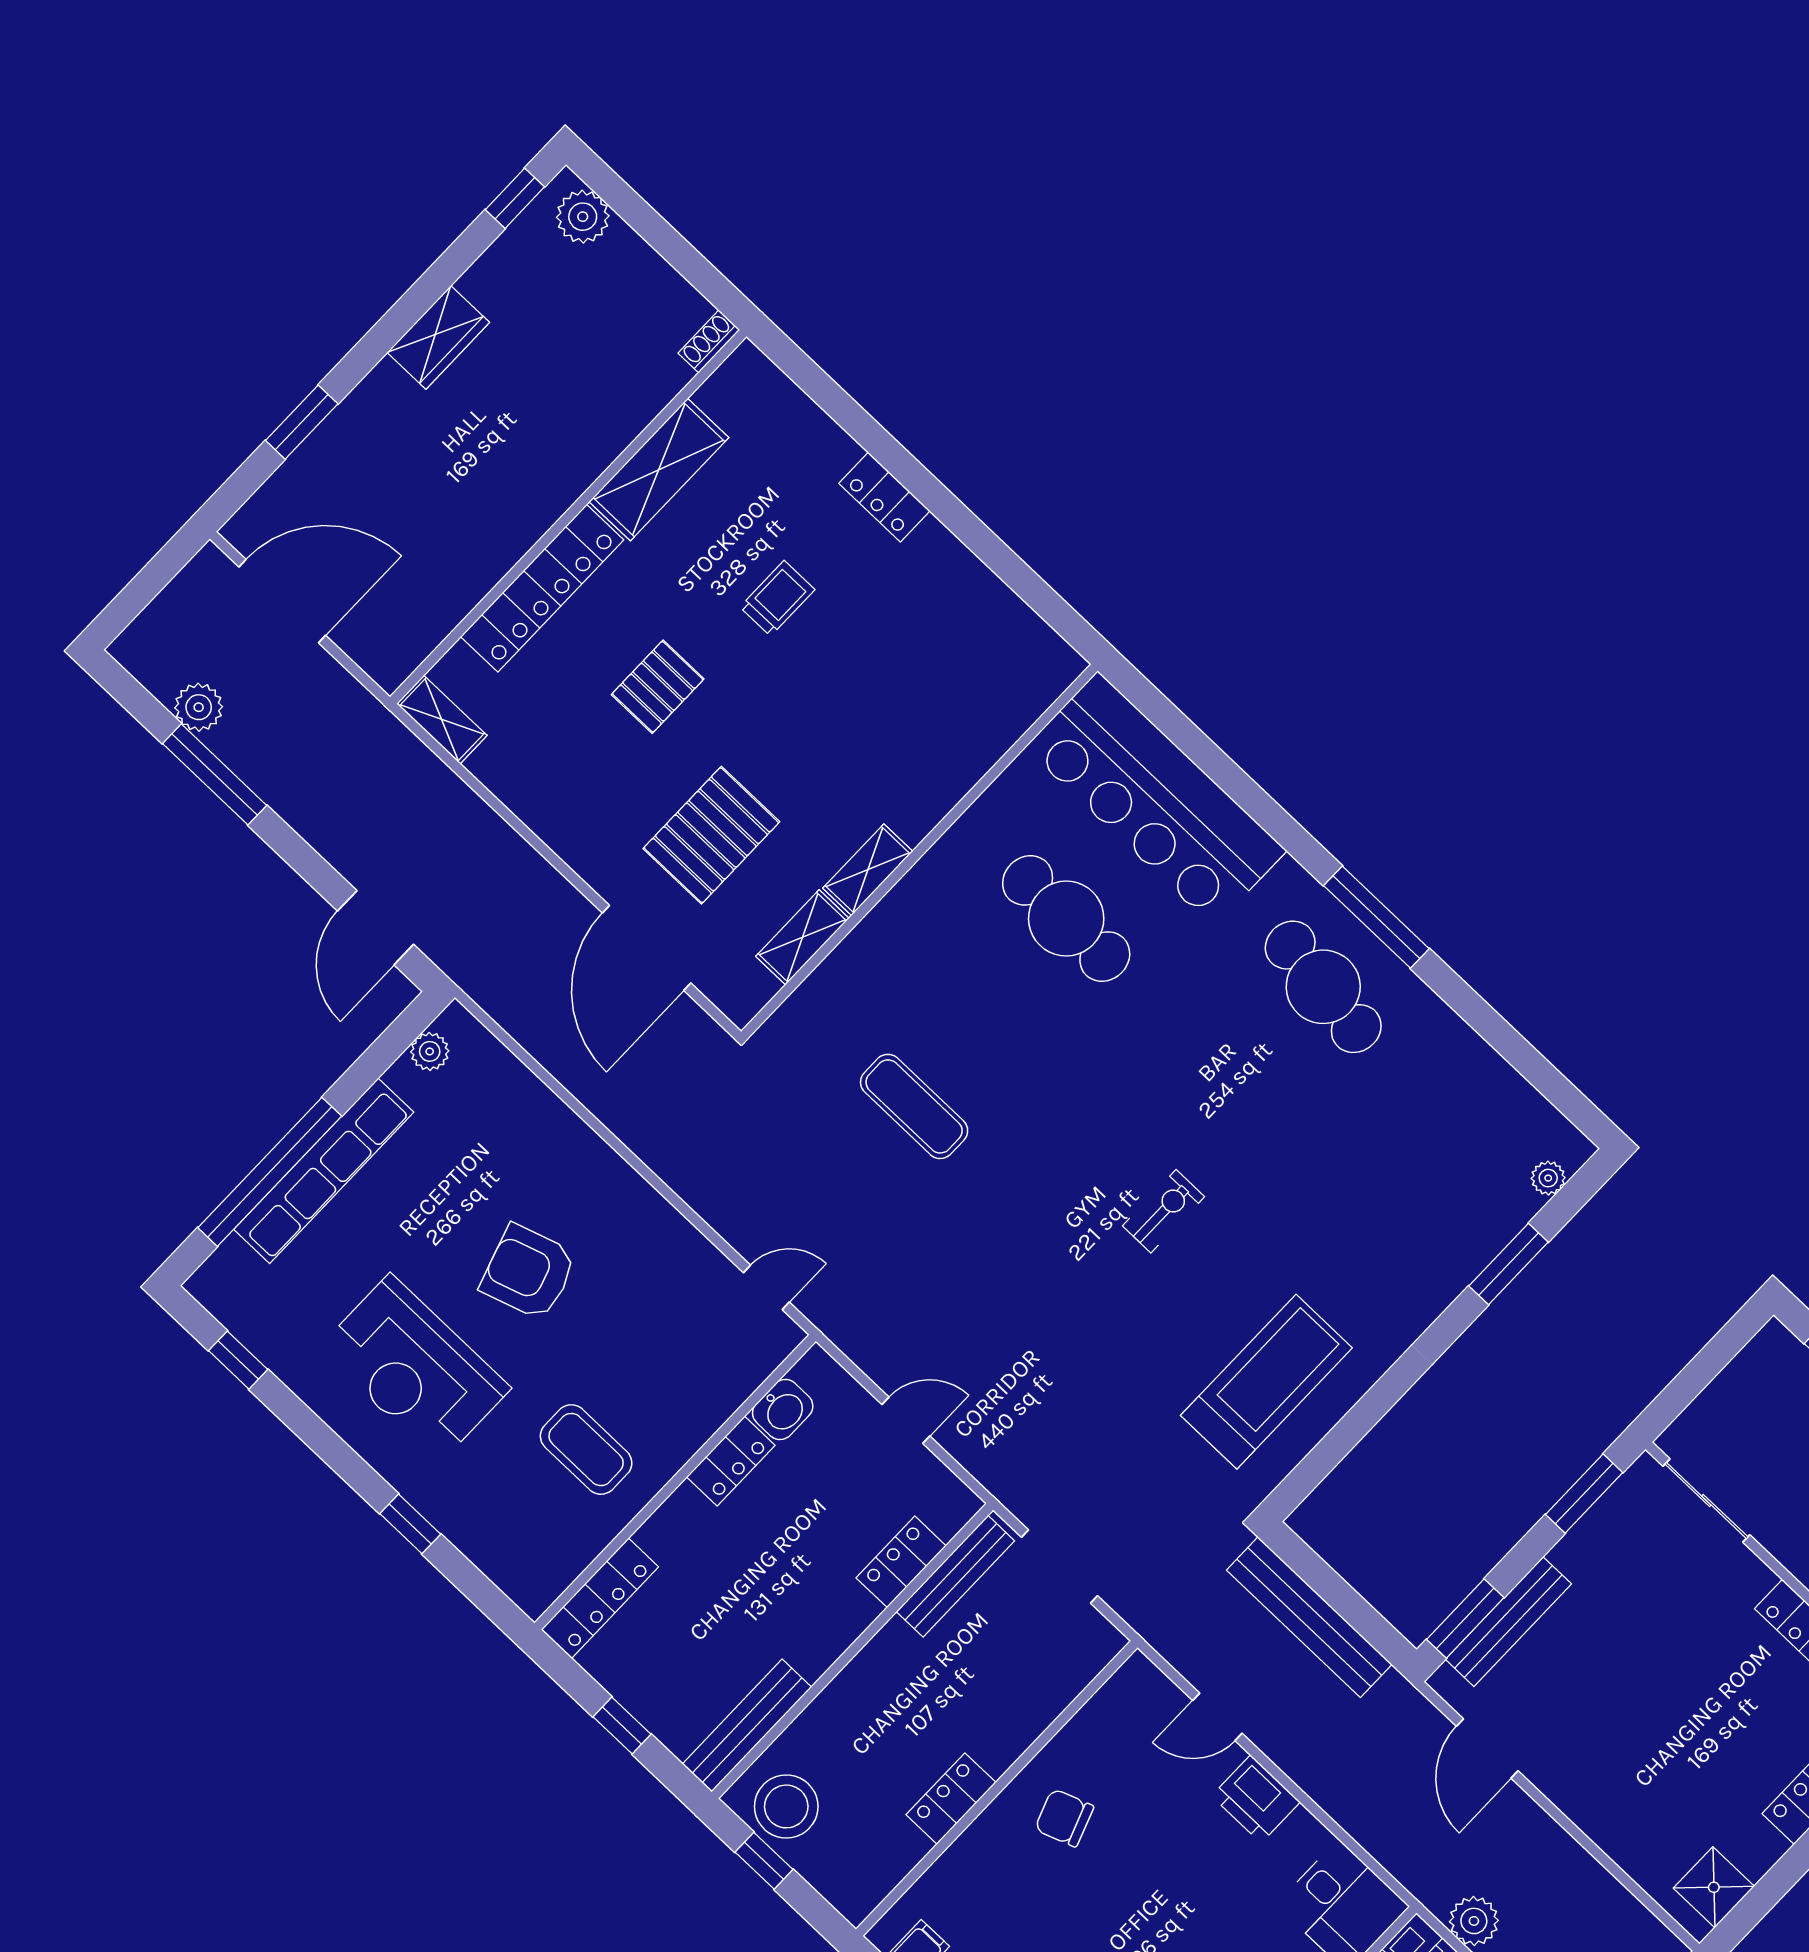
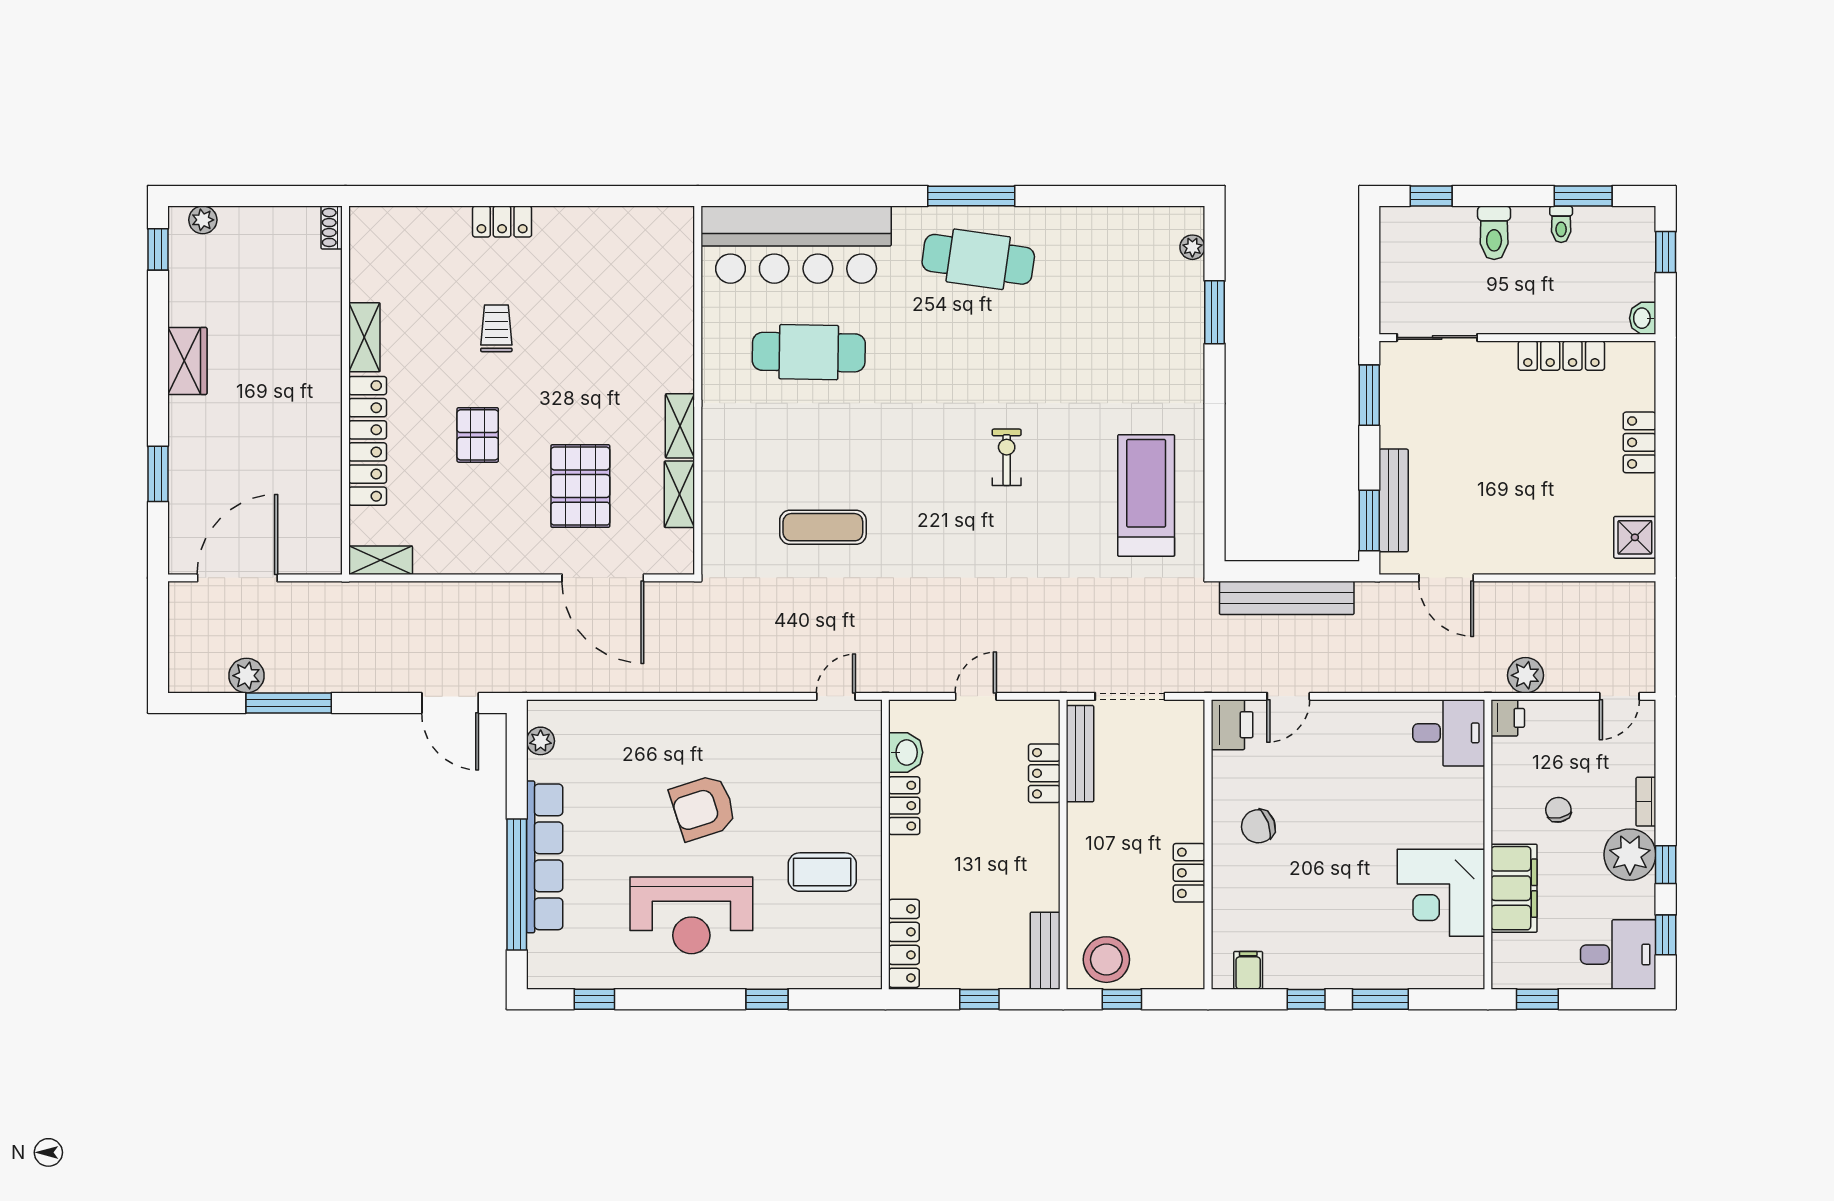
plant: (583, 217) -> (203, 220), width x0.73, depth x0.73
shelving: (659, 470) -> (364, 337), width x0.67, depth x0.75
bench: (747, 1726) -> (1045, 951), width x0.73
printer: (1256, 1799) -> (1232, 725), moved, turned -90

